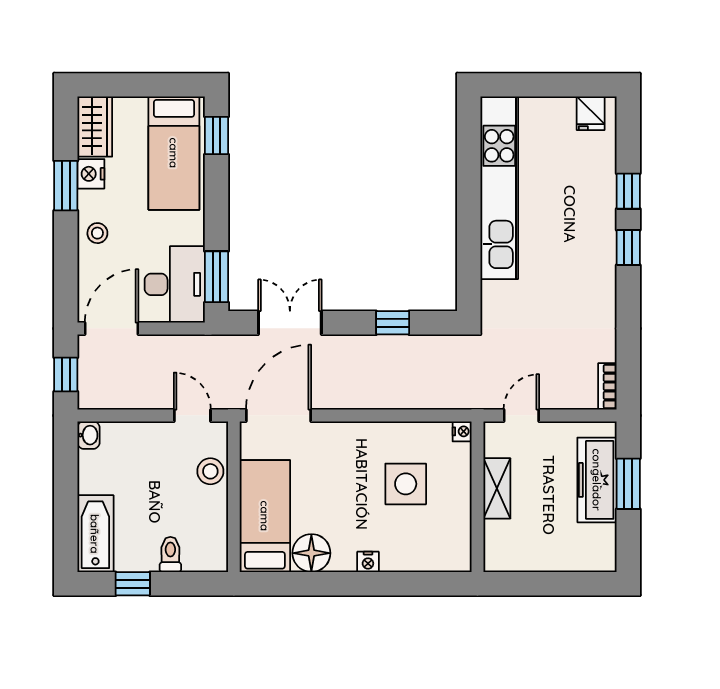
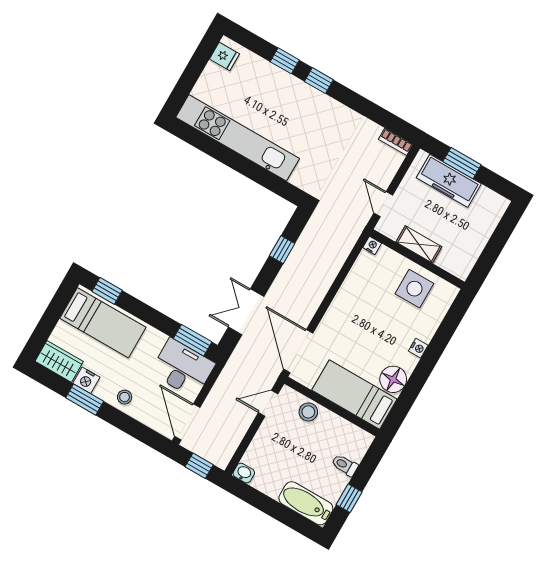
side table: (406, 484) -> (414, 289), moved

